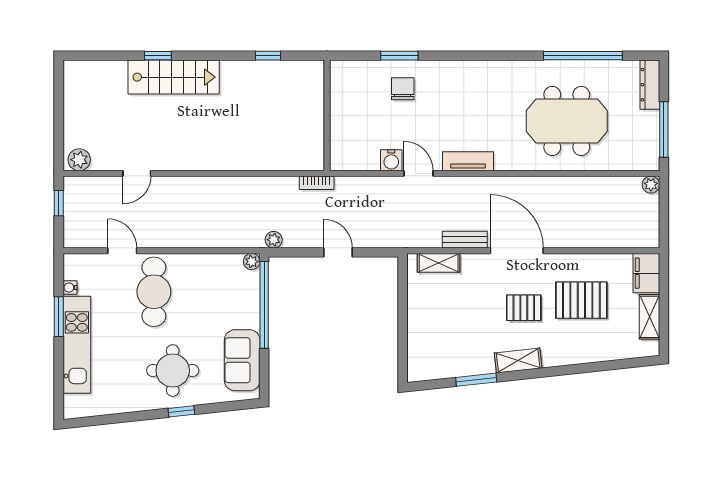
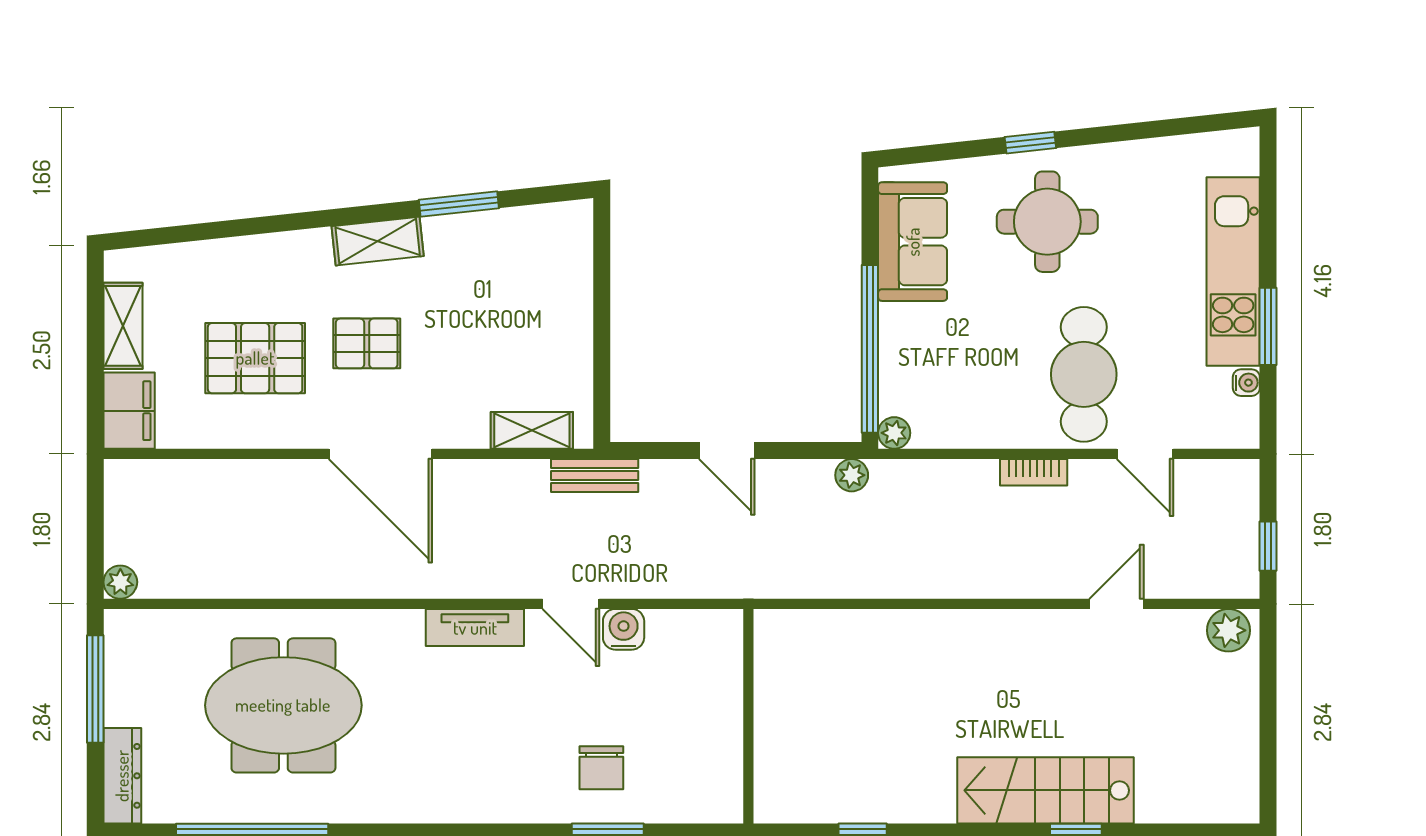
bookcase: (317, 183) -> (1034, 472), moved, turned 180
bench: (465, 240) -> (595, 476), moved

